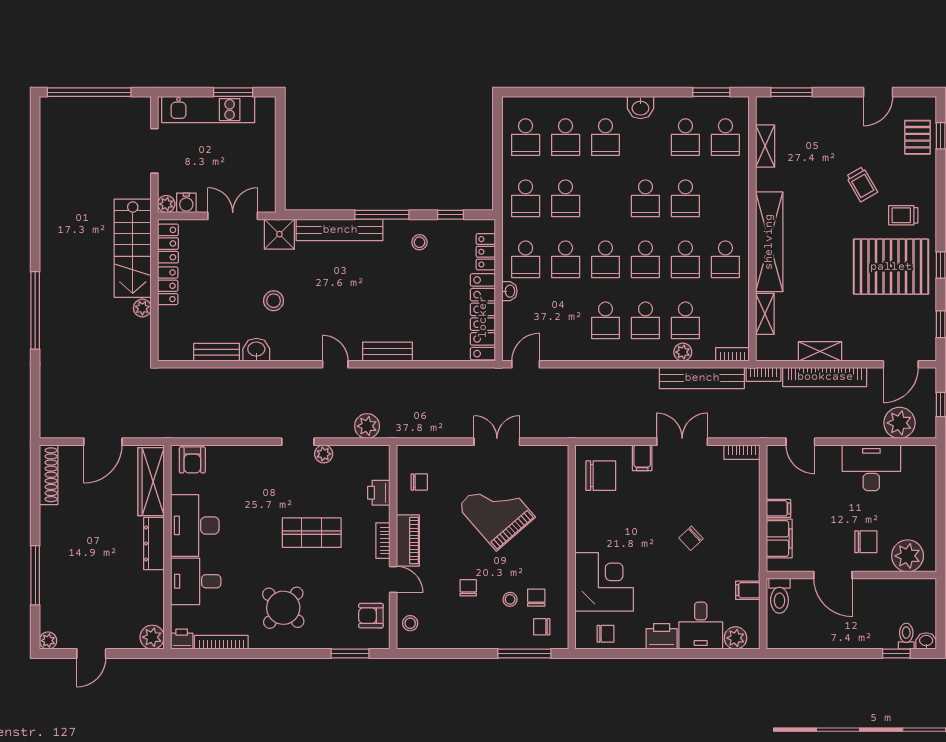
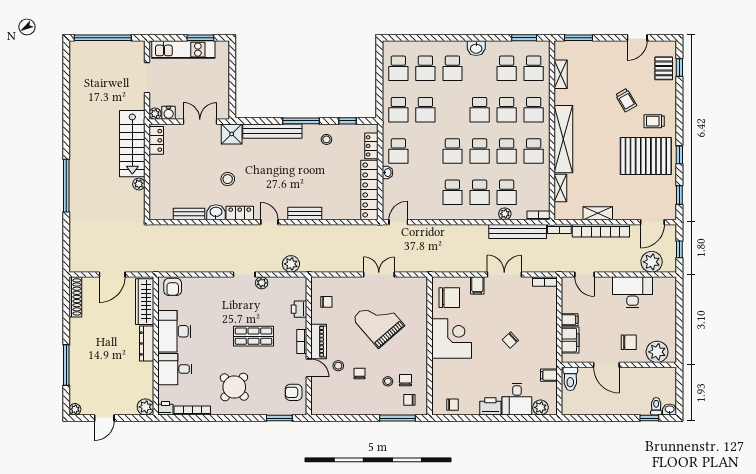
school desk: (566, 259) -> (534, 110), moved
locker: (168, 286) -> (240, 213), moved, turned -90
corner desk: (604, 582) -> (452, 338), moved
stool: (410, 623) -> (338, 366), moved

